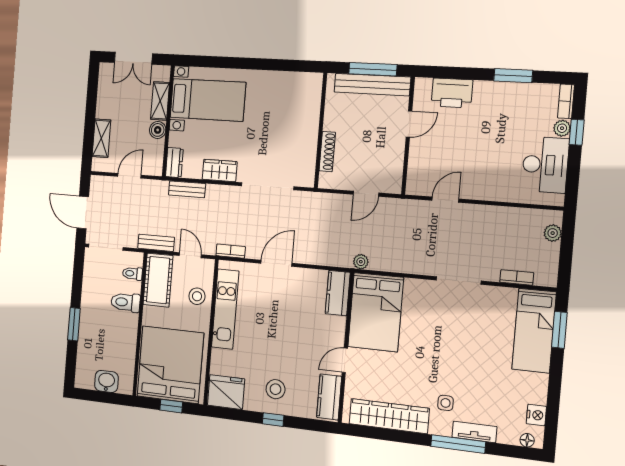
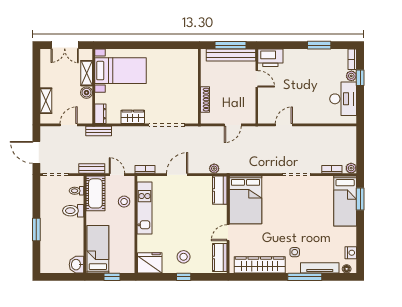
printer: (452, 93) -> (270, 58), moved
door: (409, 124) -> (257, 79), hinge flipped
bench: (187, 189) -> (99, 131), moved
plant: (553, 233) -> (351, 168), moved
plant: (361, 262) -> (214, 169), moved
bed: (170, 365) -> (98, 249), width x0.49
washbasin: (106, 381) -> (76, 265), moved, turned -90
tv unit: (474, 432) -> (320, 268), width x1.41

